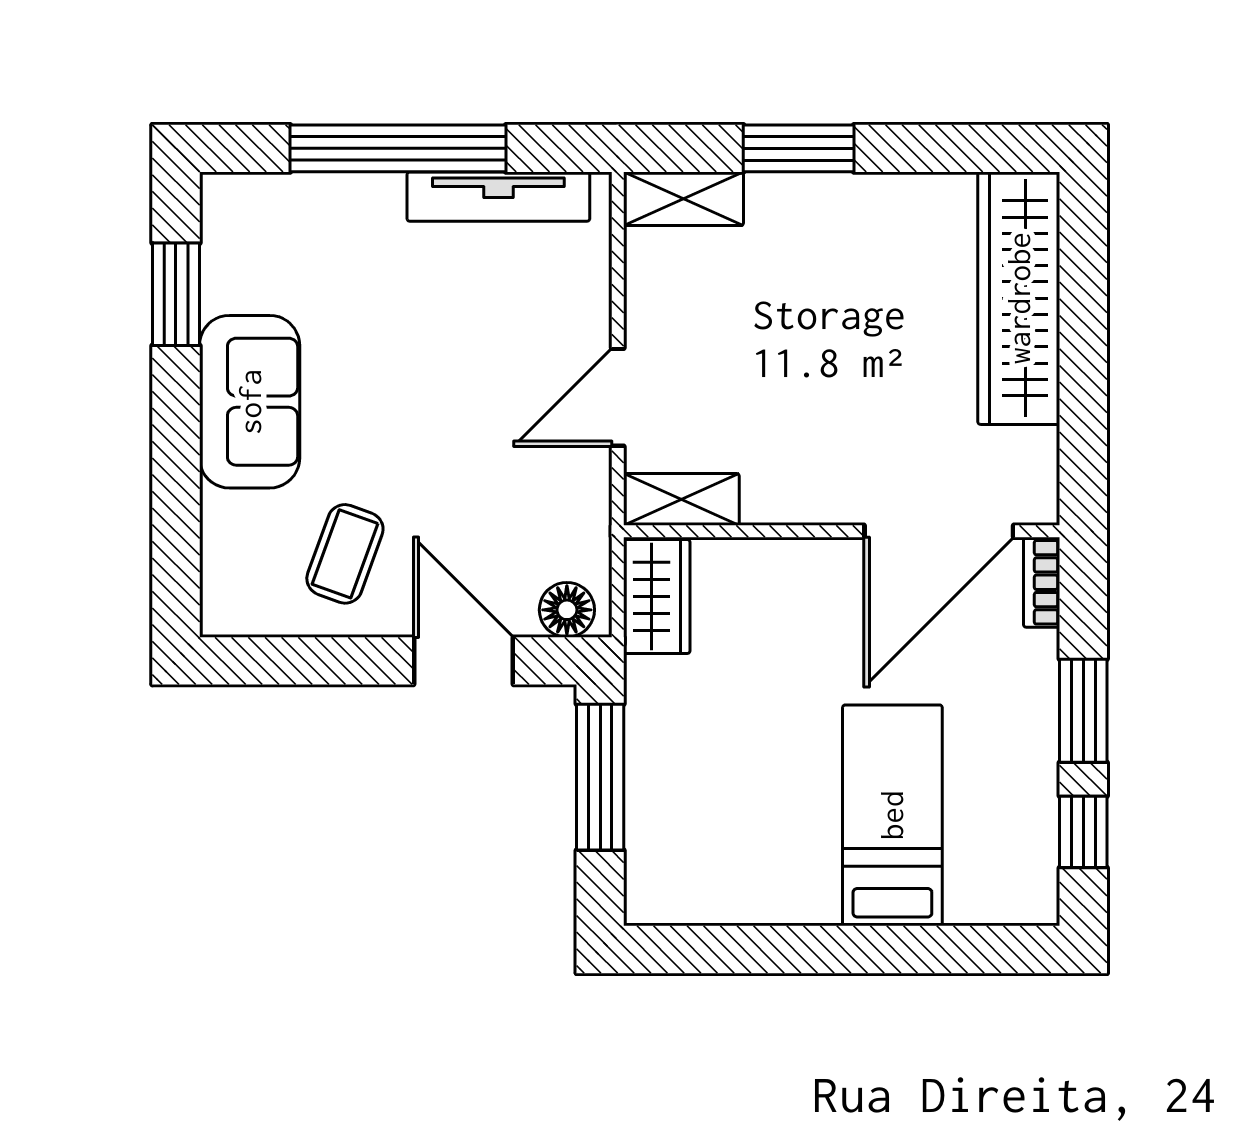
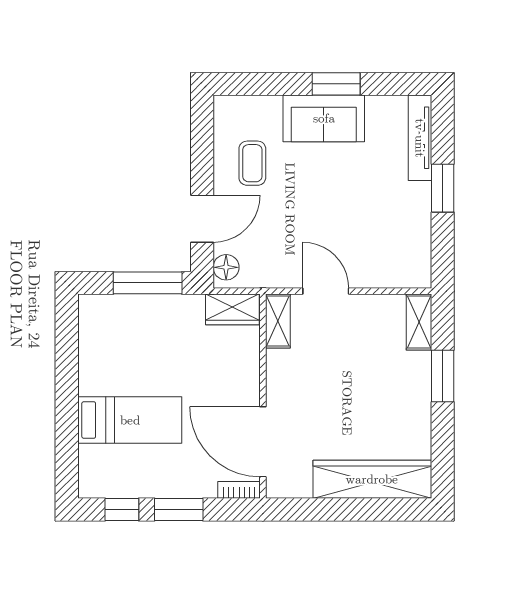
window: (398, 148) -> (443, 188), width x0.47
tv unit: (498, 197) -> (420, 138), moved
window: (176, 294) -> (336, 84), moved
coffee table: (345, 554) -> (252, 163), turned 70

